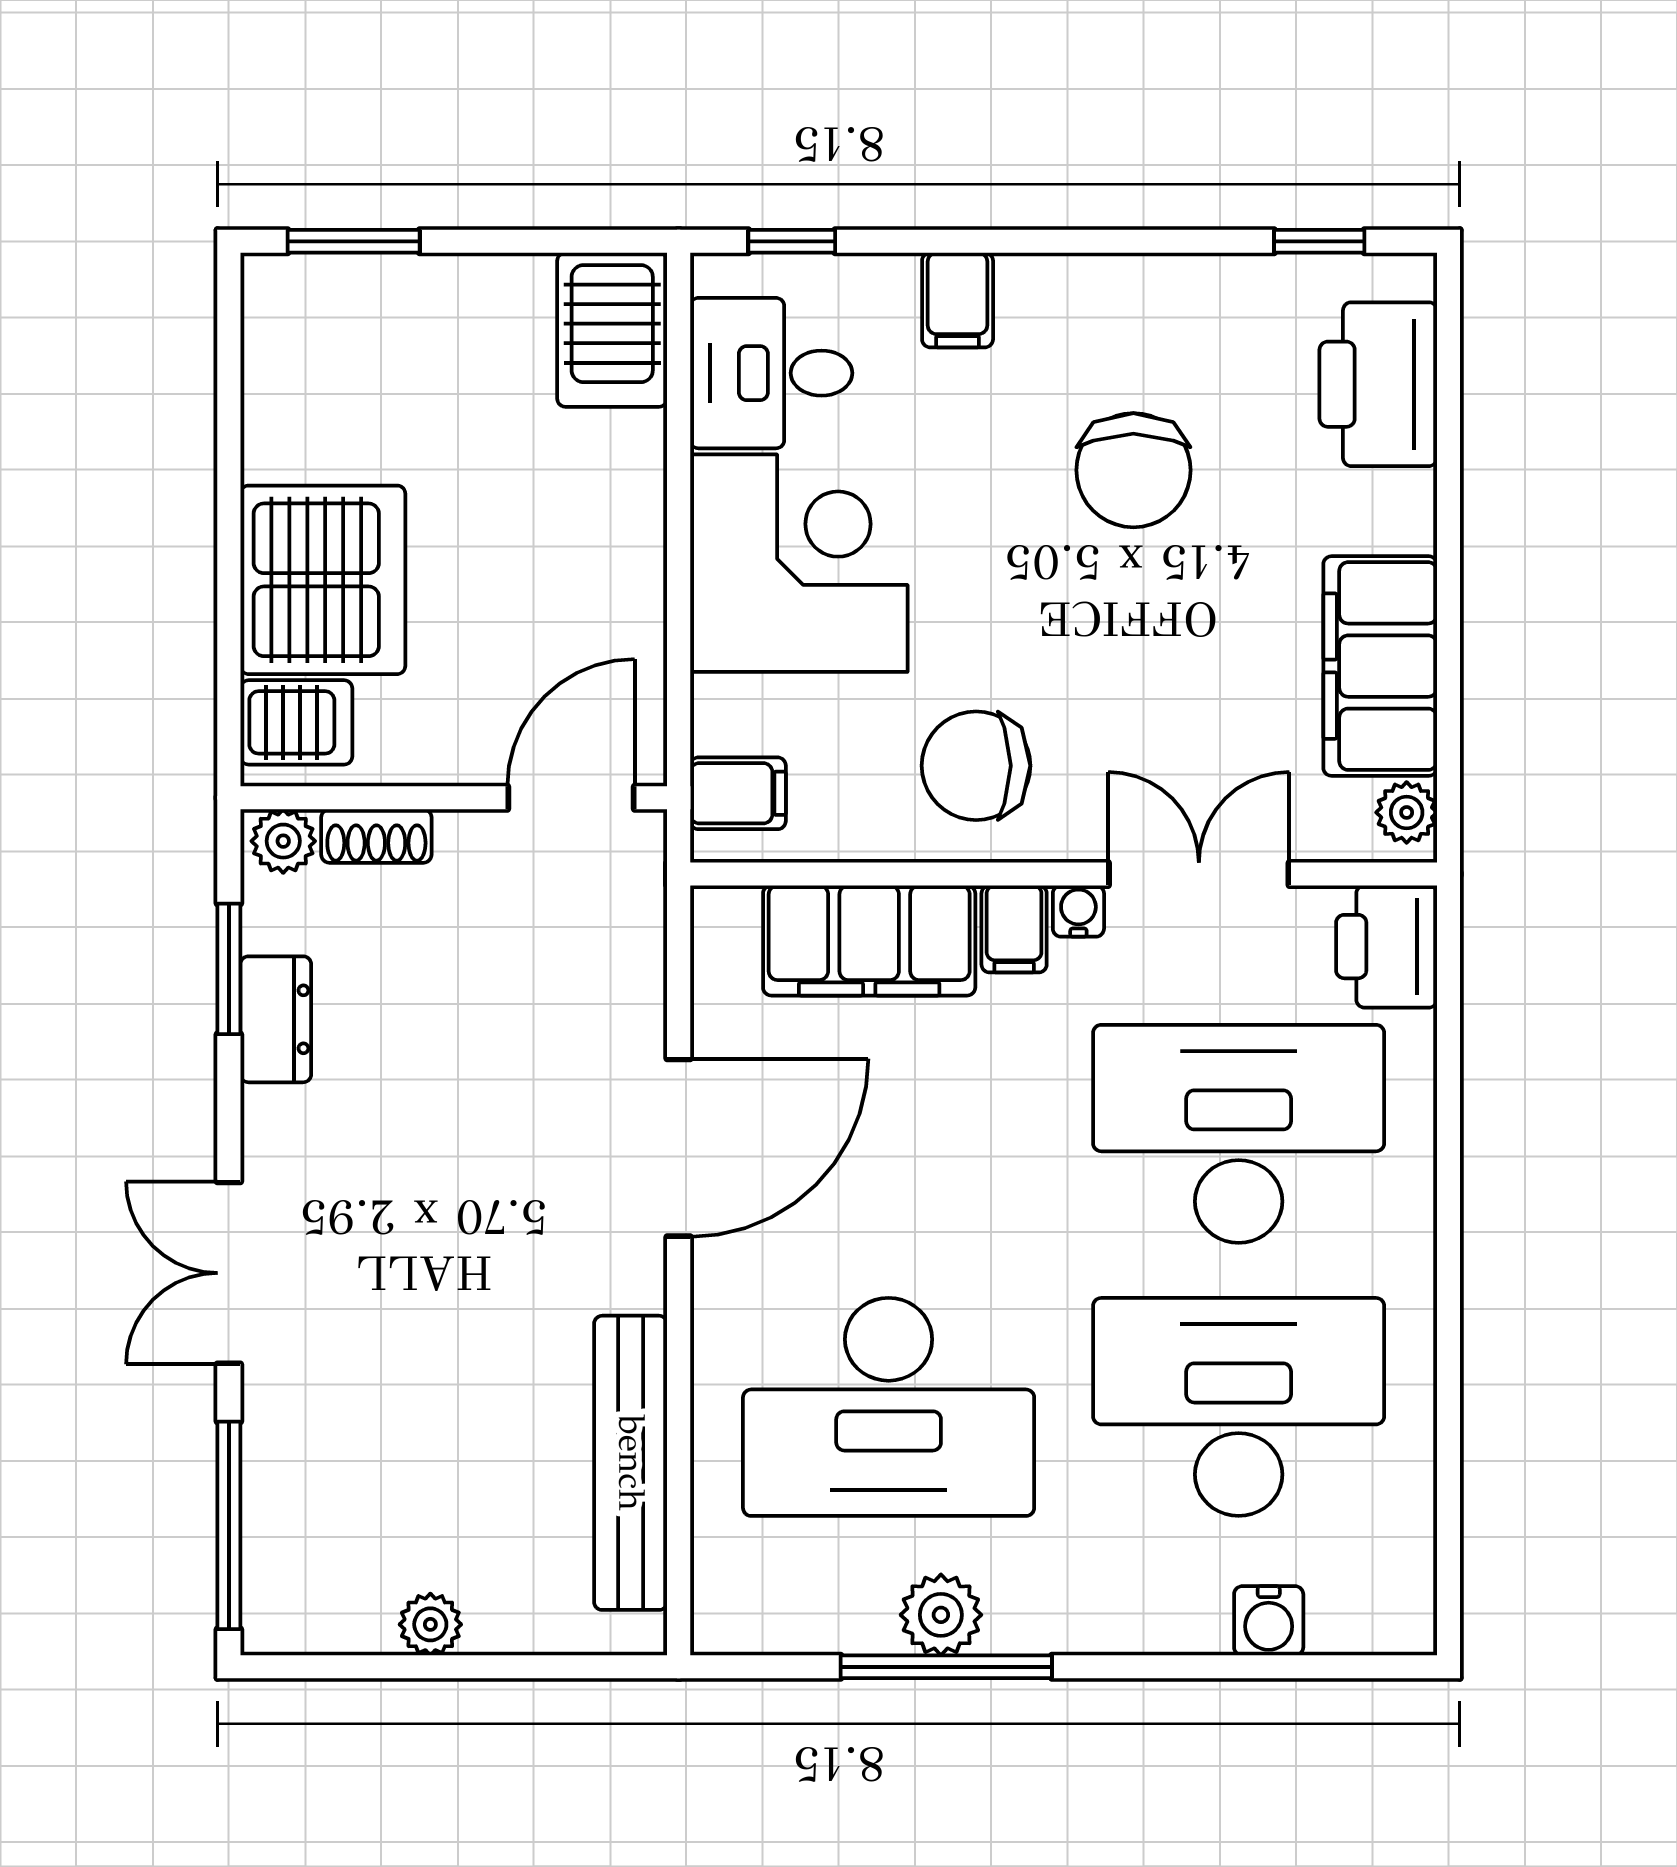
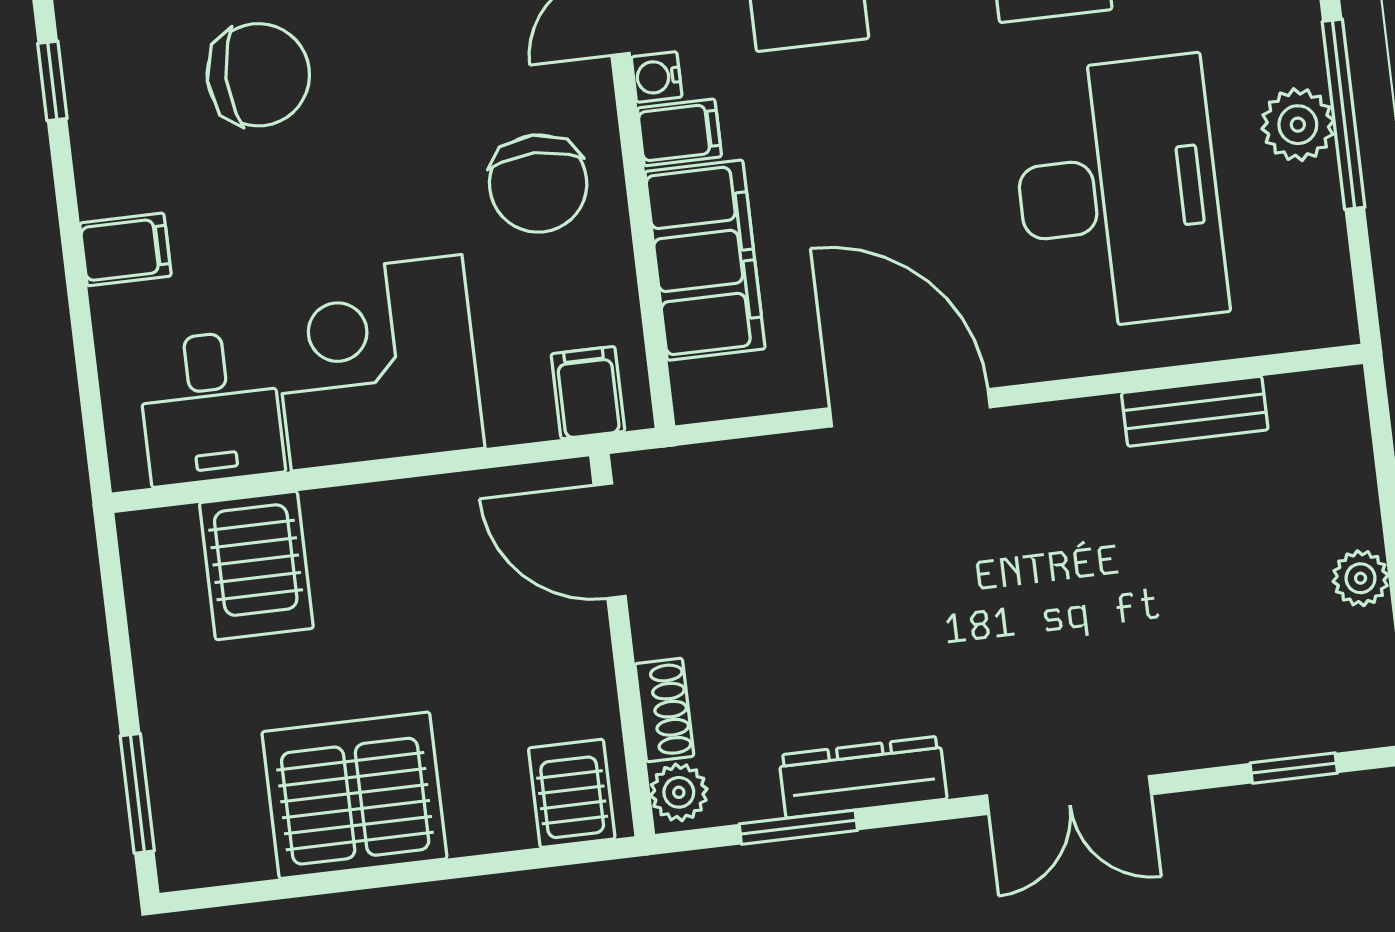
window: (792, 241) -> (52, 81), moved
server rack: (612, 330) -> (256, 566), moved, turned 90
server rack: (323, 580) -> (354, 795), moved
dresser: (276, 1019) -> (863, 777), width x1.44
bench: (631, 1463) -> (1195, 411), width x0.54, depth x0.82
window: (229, 1525) -> (1294, 768), width x0.46

